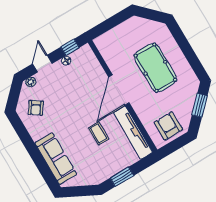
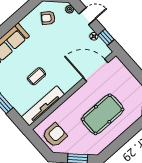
door: (119, 90) -> (96, 70), moved

